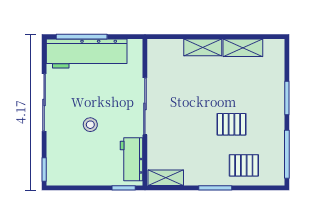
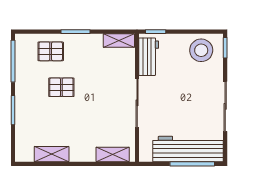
shelving: (203, 47) -> (113, 154), moved
stool: (90, 125) -> (201, 50), moved, width x1.89, depth x1.89

